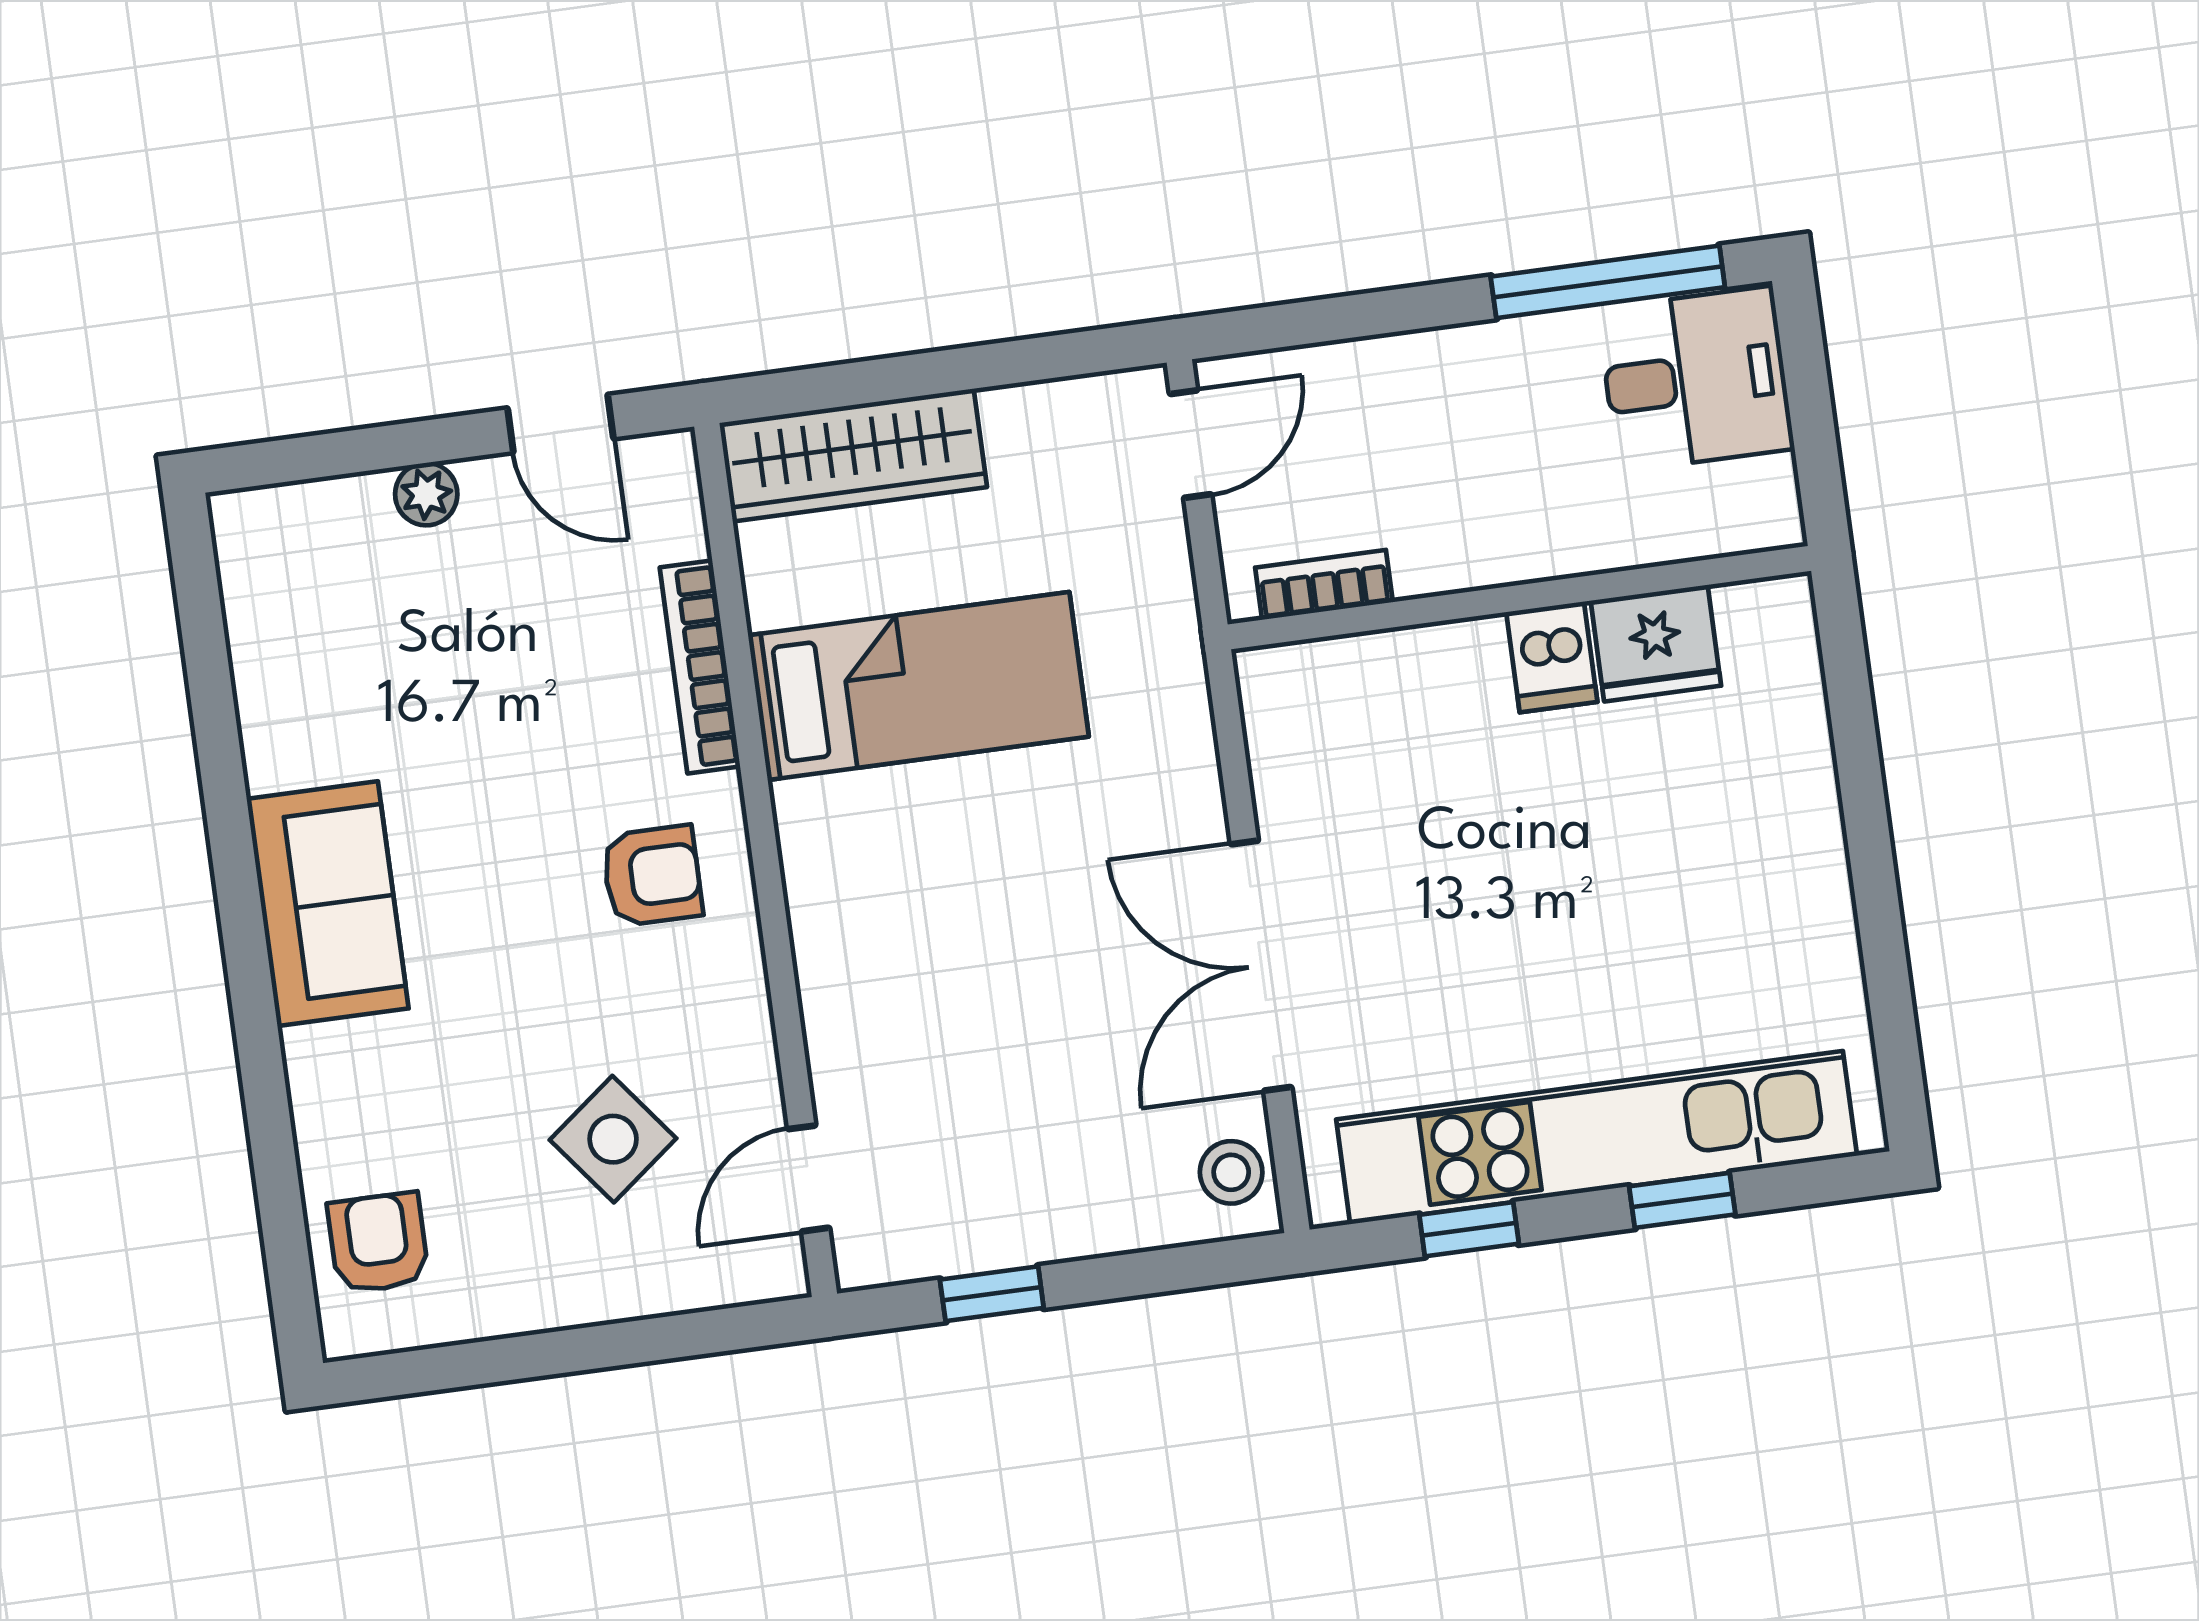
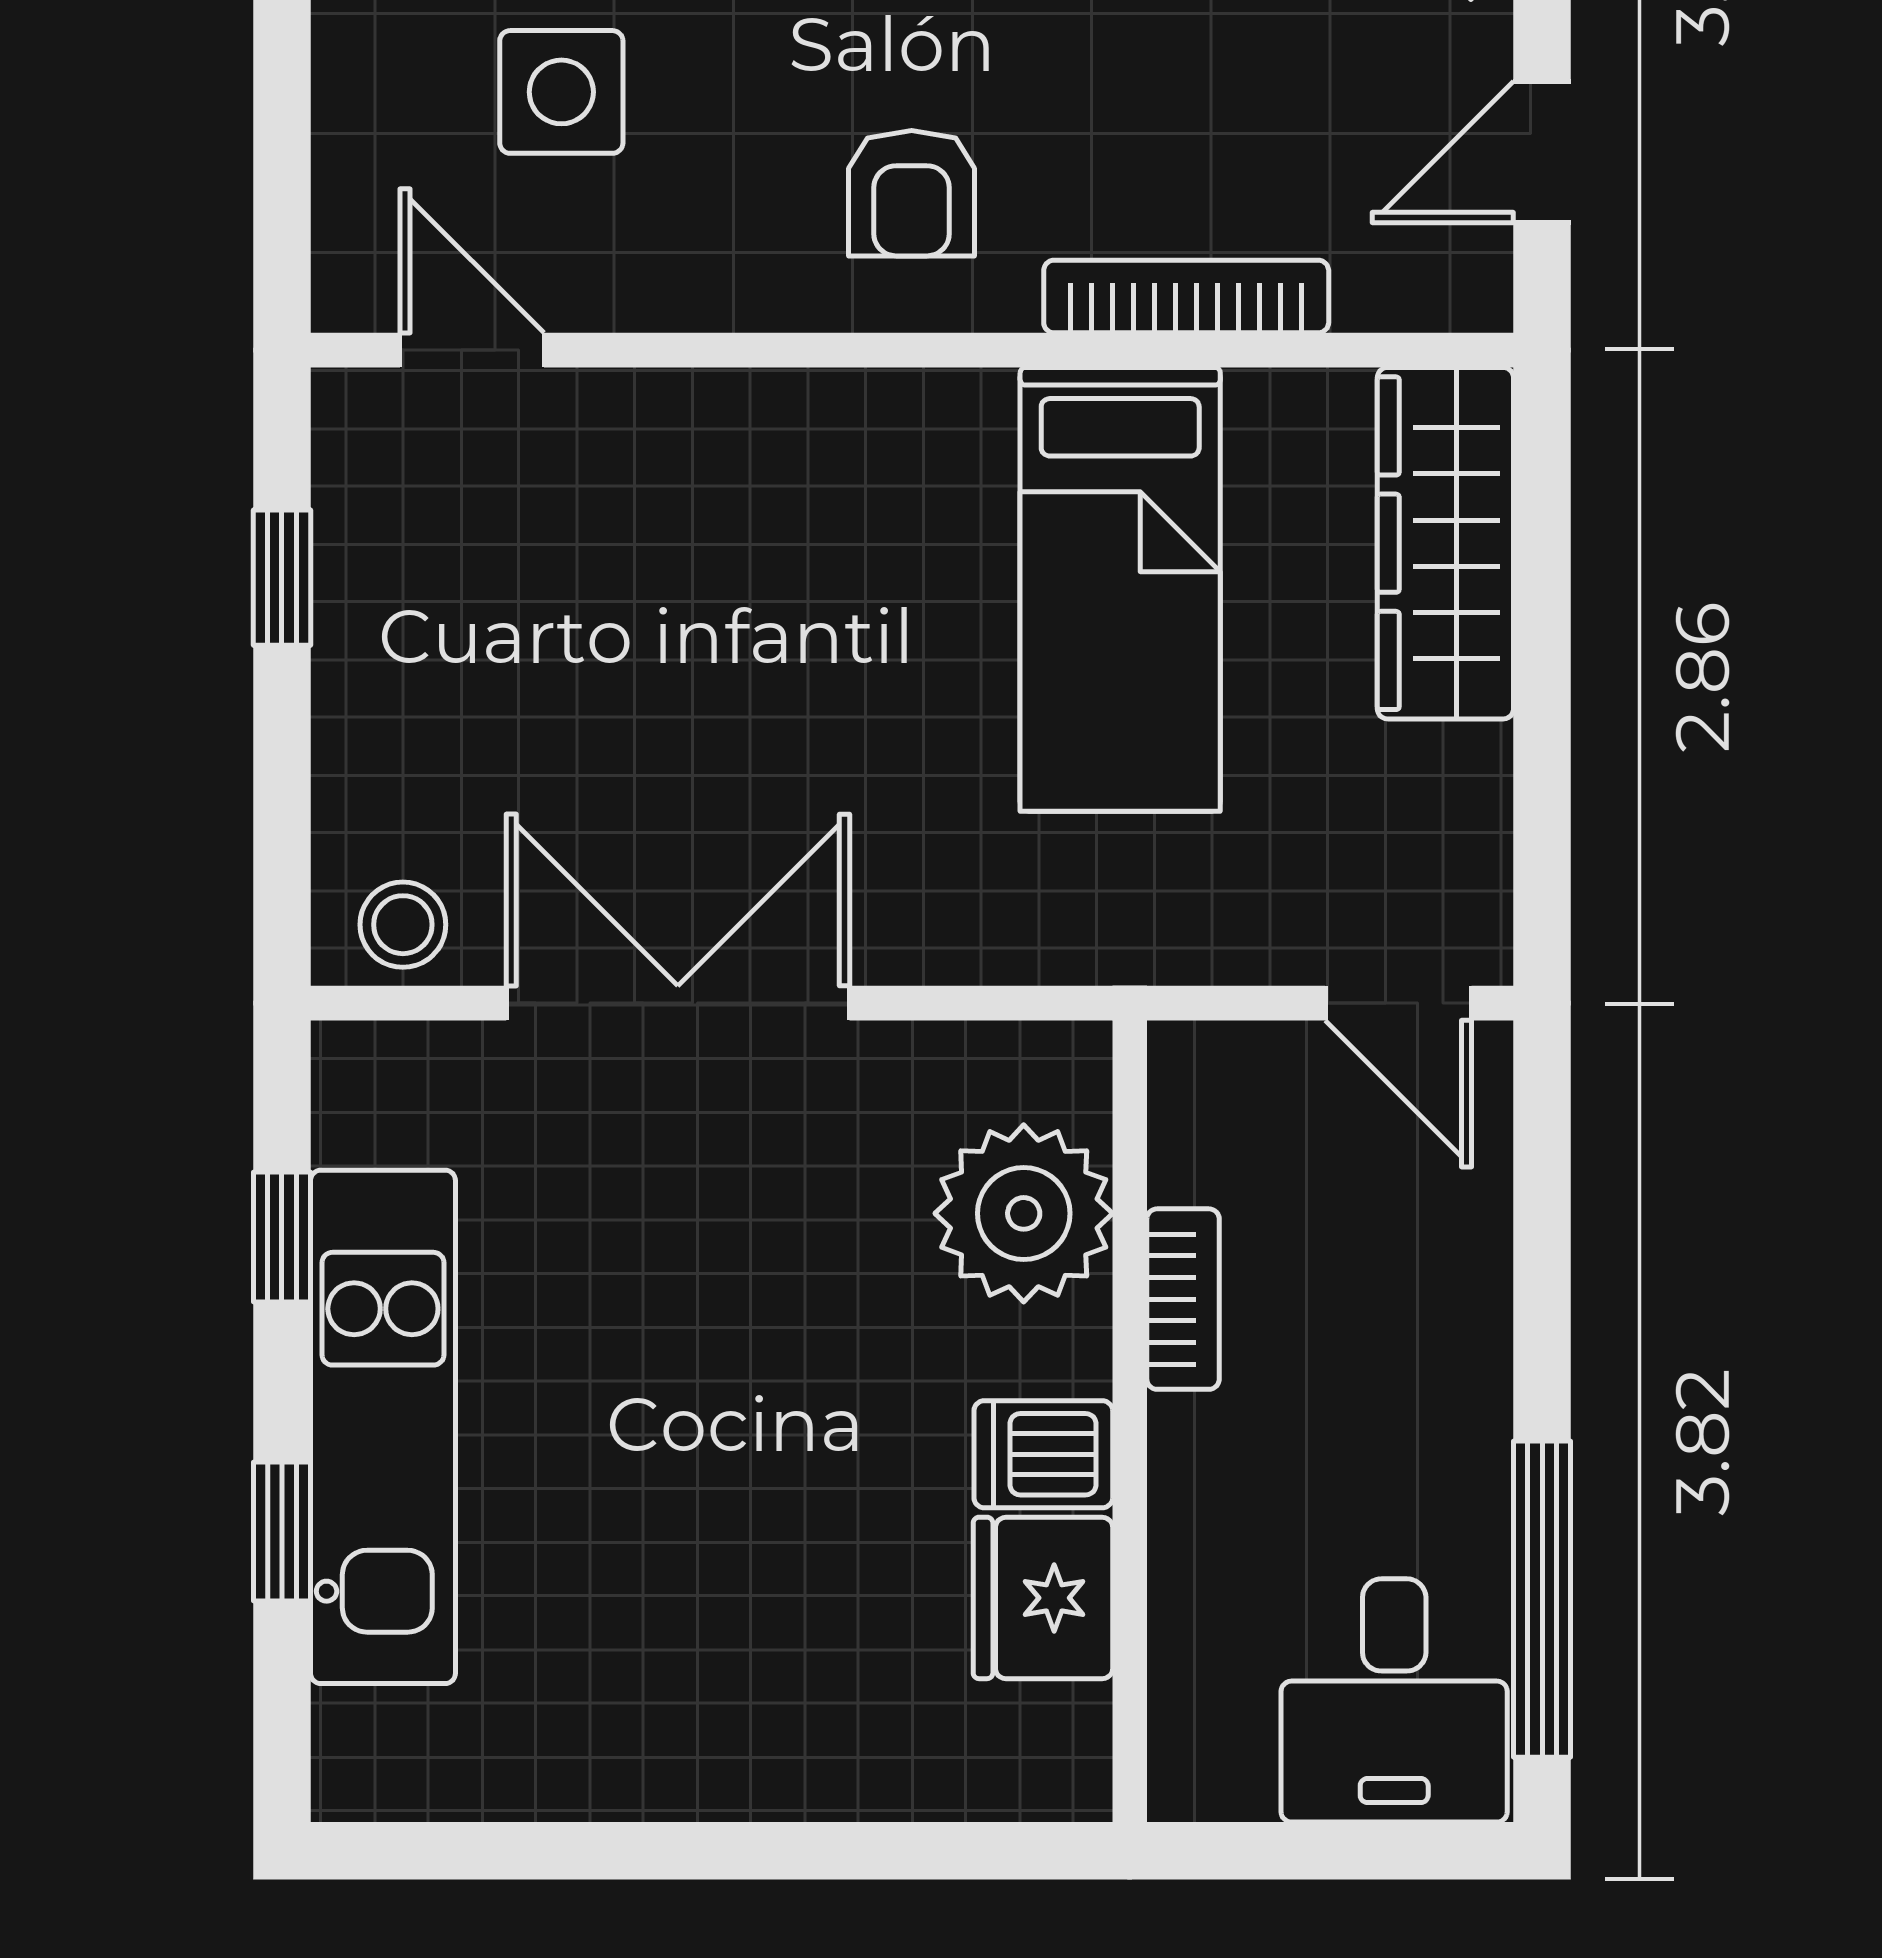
bookcase: (1324, 585) -> (1183, 1299), moved
plant: (1379, 695) -> (1024, 1213), added
kitchen unit: (1597, 1138) -> (383, 1427), width x0.73
side table: (613, 1139) -> (561, 92), turned 38

